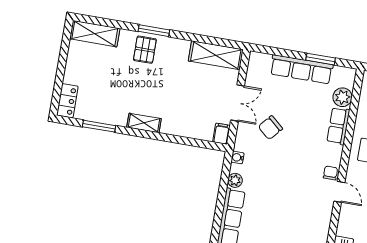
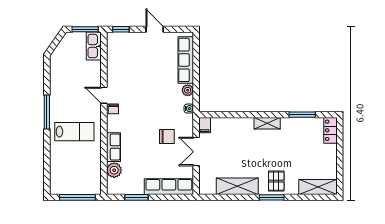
shelving: (216, 55) -> (237, 186), moved
row of seats: (301, 69) -> (169, 187), moved
chair: (270, 128) -> (167, 137), turned 49

